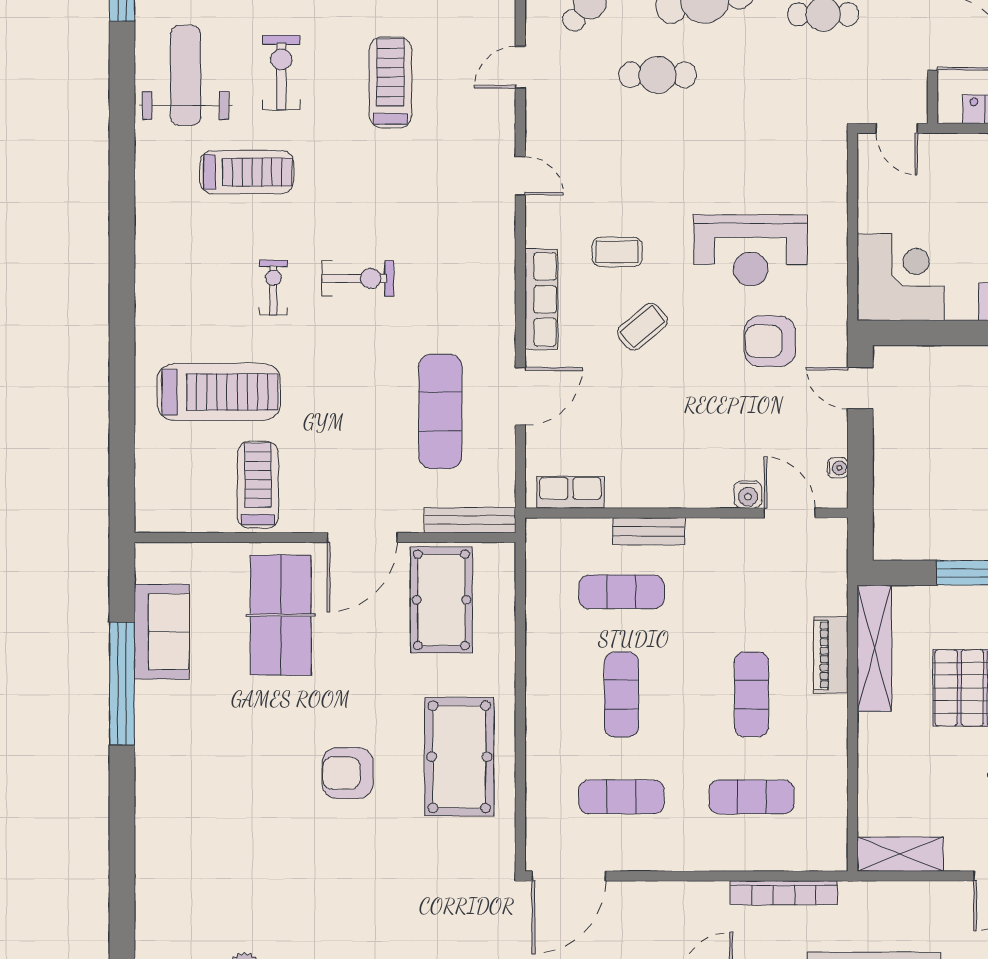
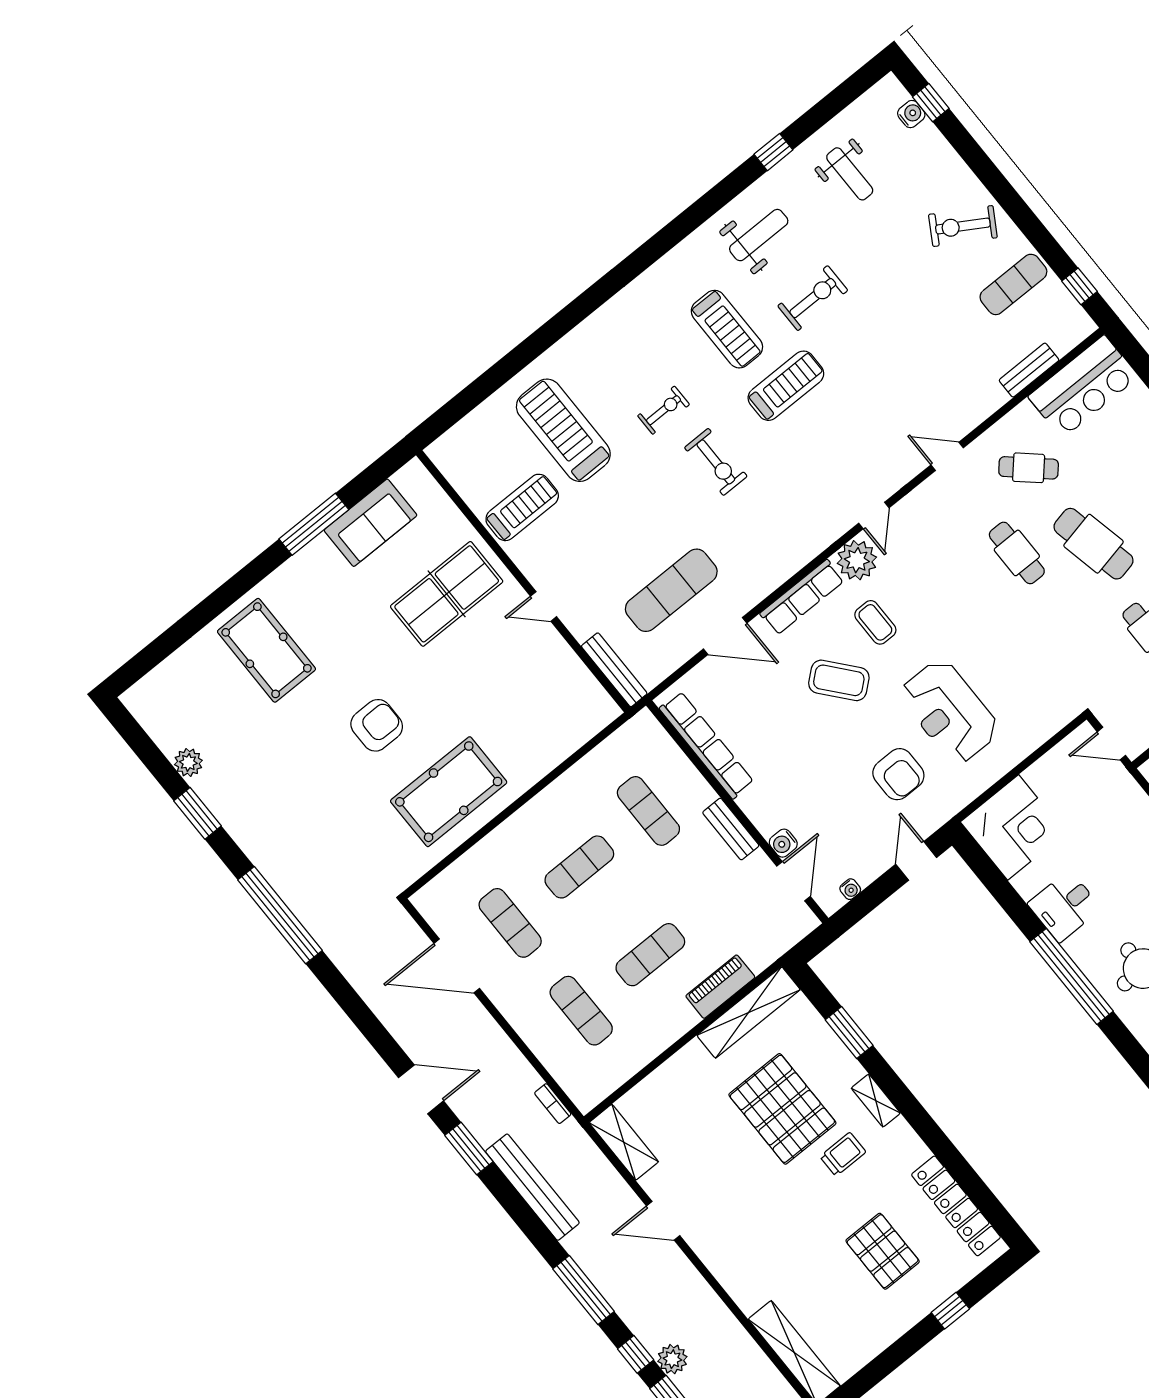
weight bench: (186, 75) -> (759, 235), width x0.73, depth x0.75
treadmill: (390, 83) -> (786, 386), moved
door: (897, 128) -> (1111, 744), hinge flipped
plant: (548, 223) -> (857, 560), added
coffee table: (643, 327) -> (839, 680), width x1.36, depth x1.30
armchair: (770, 341) -> (898, 774), turned 180
treadmill: (219, 392) -> (563, 430), turned 180
row of seats: (570, 492) -> (707, 745), width x2.02
bench: (649, 531) -> (731, 829), moved
door: (362, 538) -> (544, 606), width x0.53
pool table: (441, 600) -> (267, 650), moved, turned 90
window: (122, 684) -> (314, 524), width x0.68
armchair: (348, 773) -> (377, 725), turned 90
door: (569, 876) -> (457, 966), moved
bookcase: (784, 893) -> (553, 1104), width x0.43, depth x0.76

